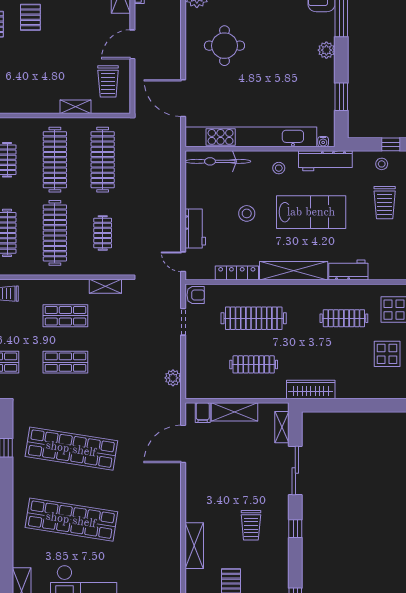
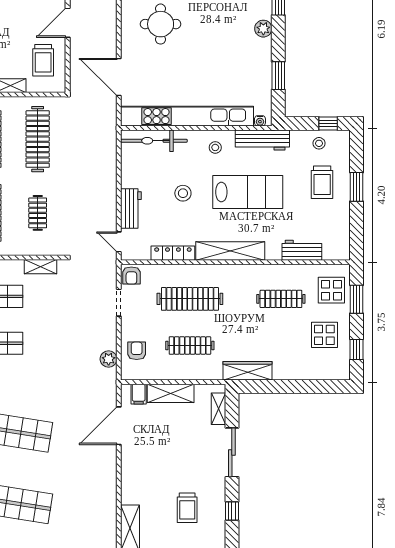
workbench: (348, 270) -> (302, 250), moved
armchair: (196, 295) -> (131, 275), turned 90
armchair: (201, 370) -> (137, 351), added

